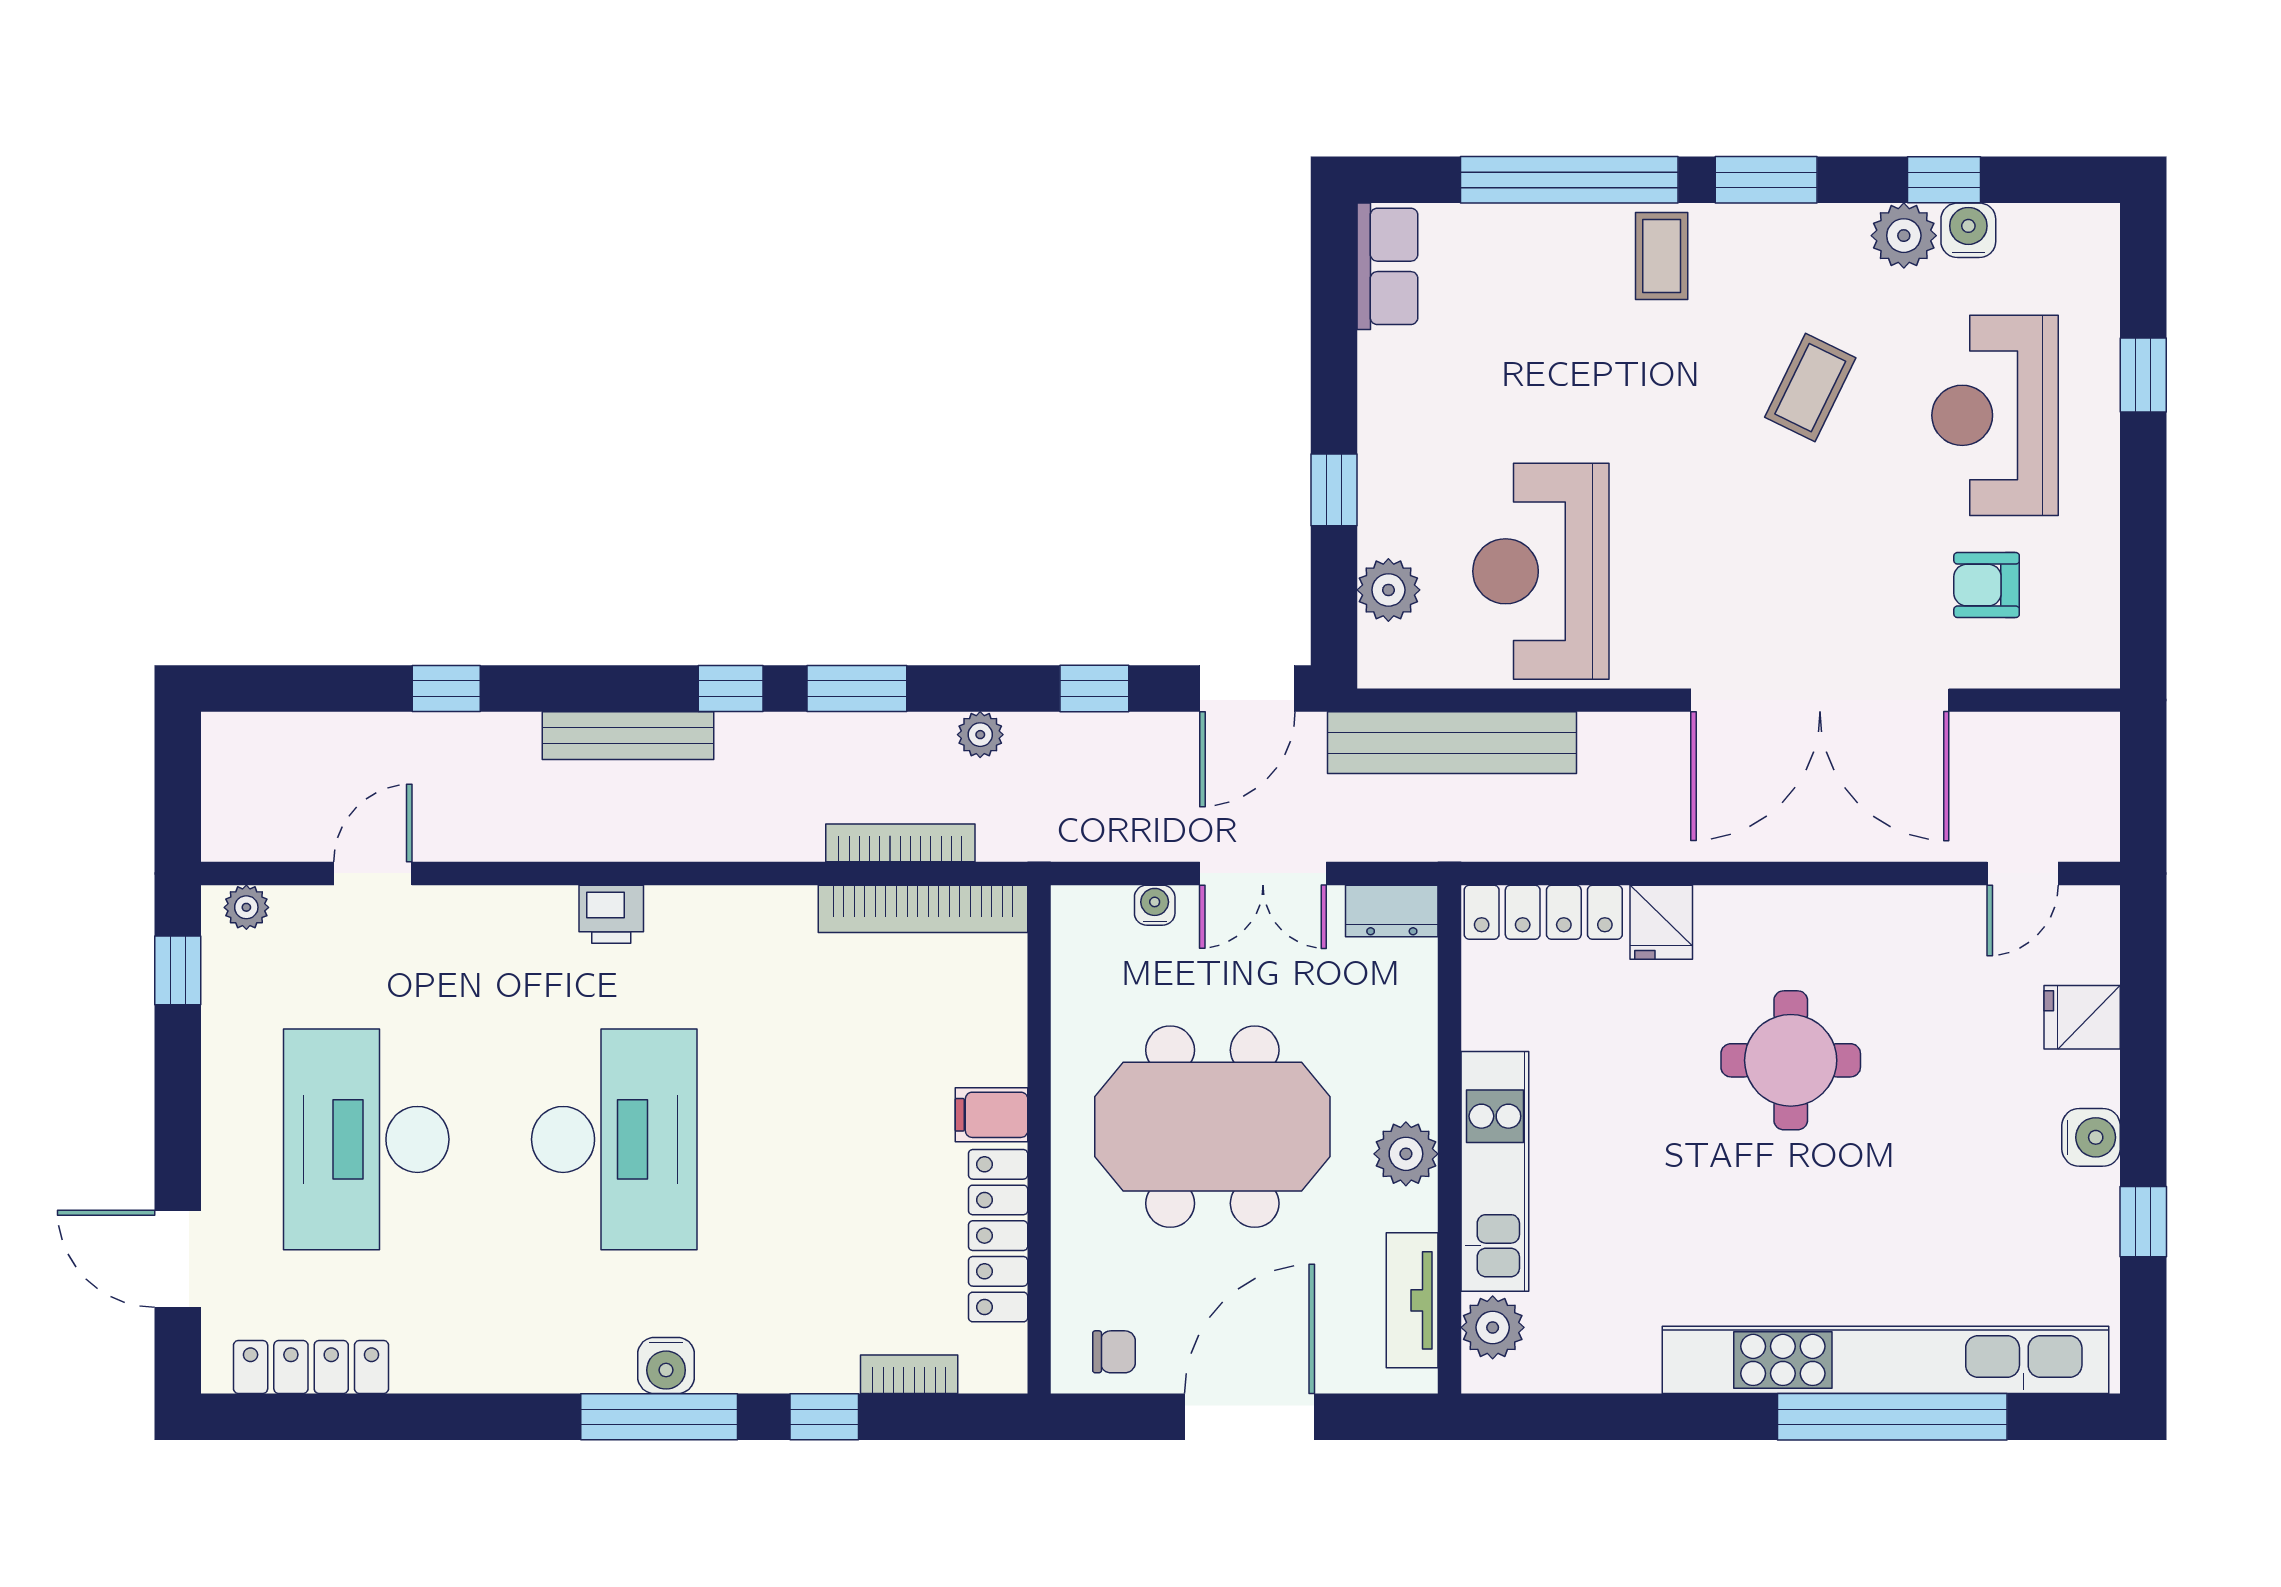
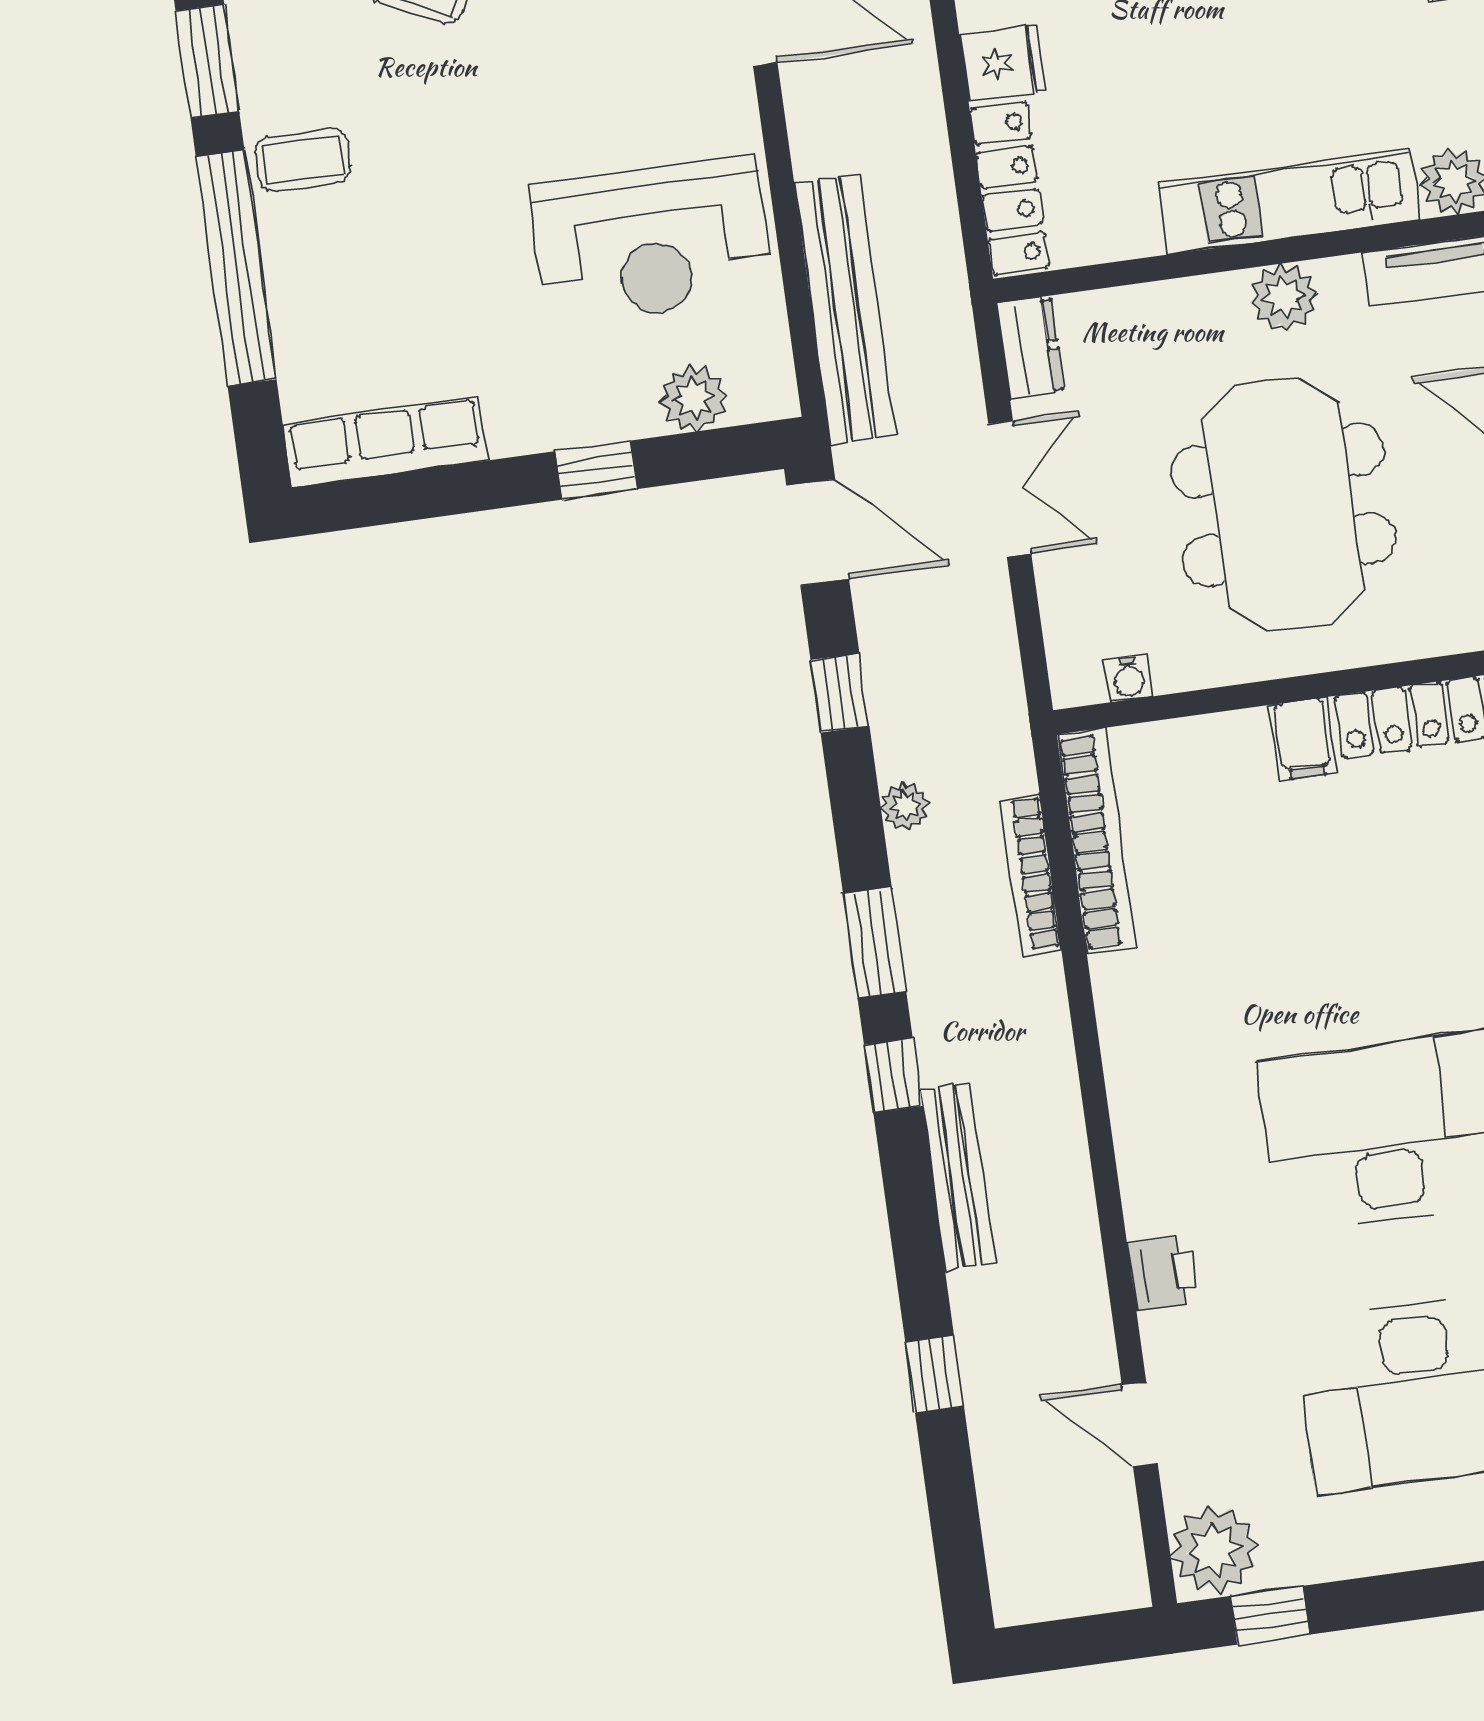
row of seats: (1387, 266) -> (385, 442), width x1.48
water cooler: (1155, 905) -> (1129, 678), moved, turned -90
plant: (246, 907) -> (1214, 1550), width x1.88, depth x1.88
printer: (611, 914) -> (1162, 1273), moved

